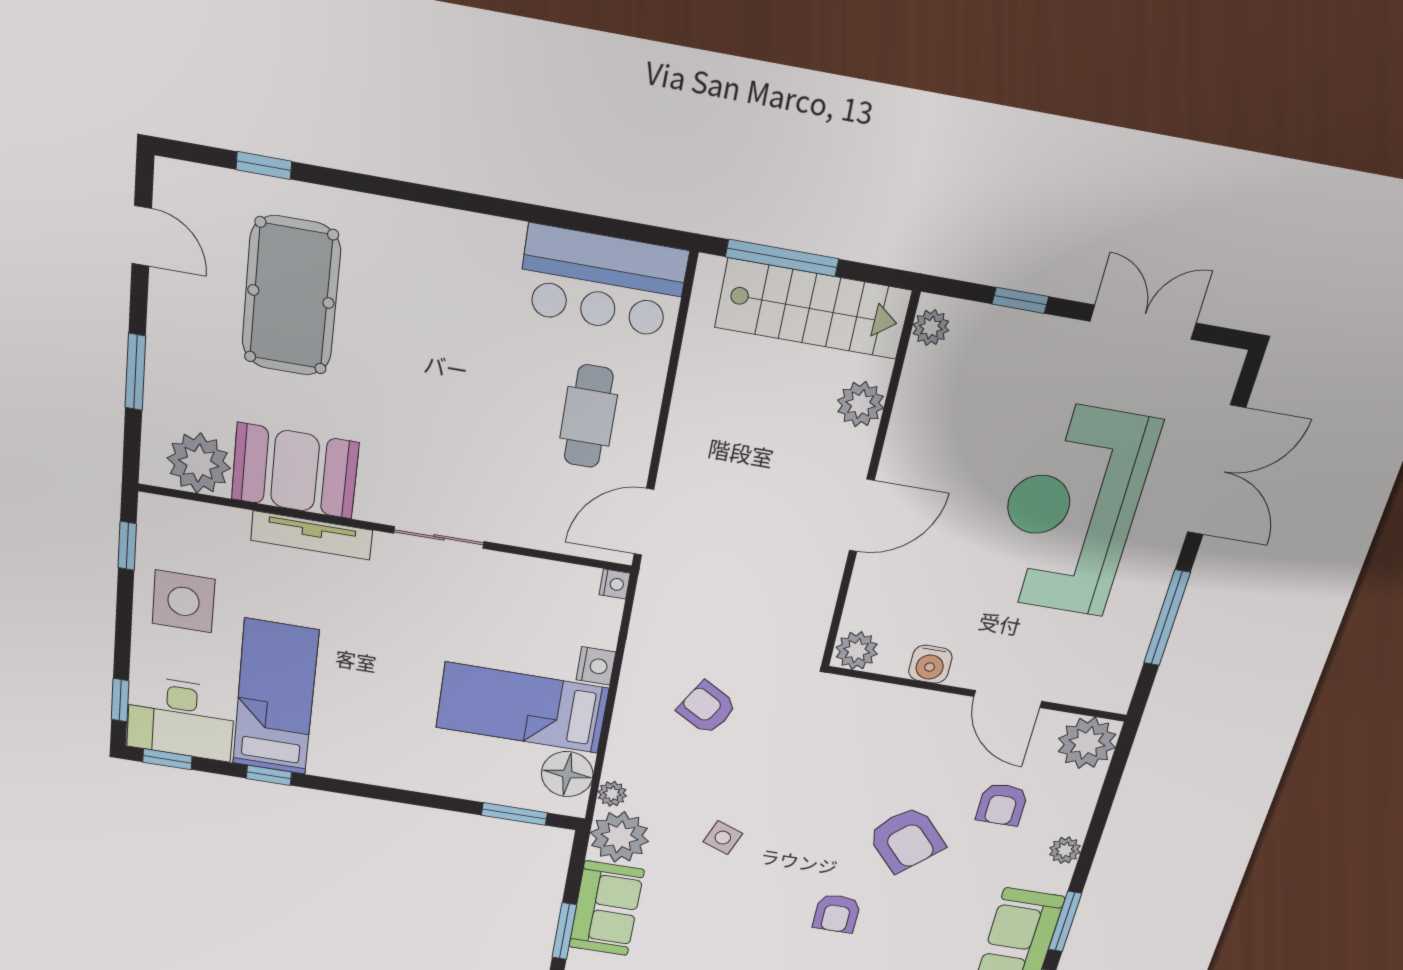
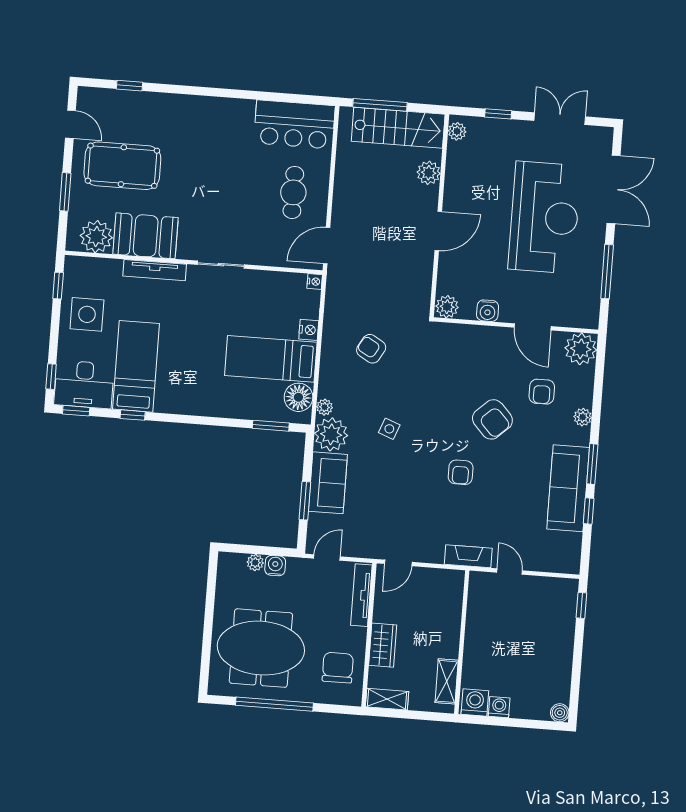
pool table: (291, 296) -> (122, 166), moved, turned 90
reception desk: (1071, 510) -> (544, 217), turned 180

